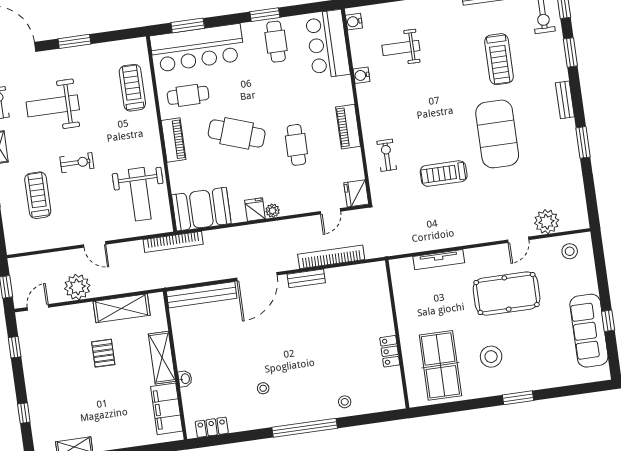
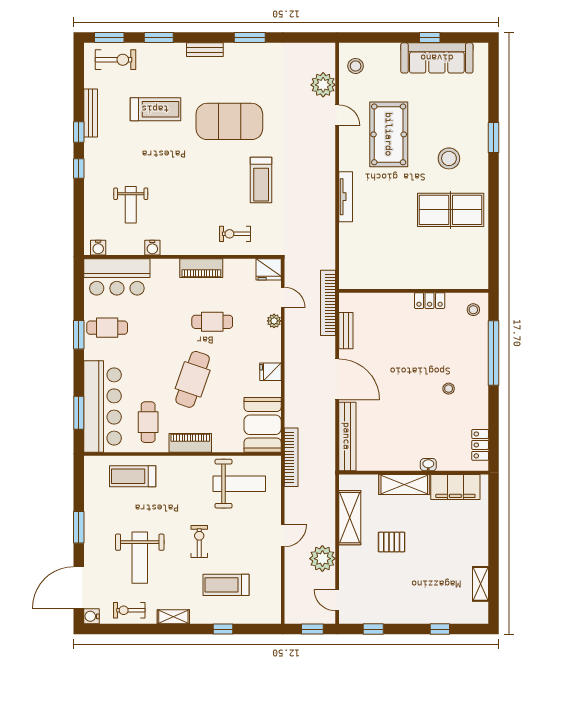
plant: (273, 211) -> (274, 321), moved
wall: (397, 334) -> (414, 291), moved
locker: (390, 351) -> (430, 301), moved

